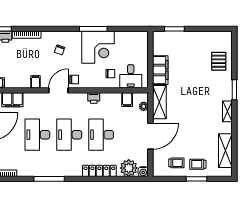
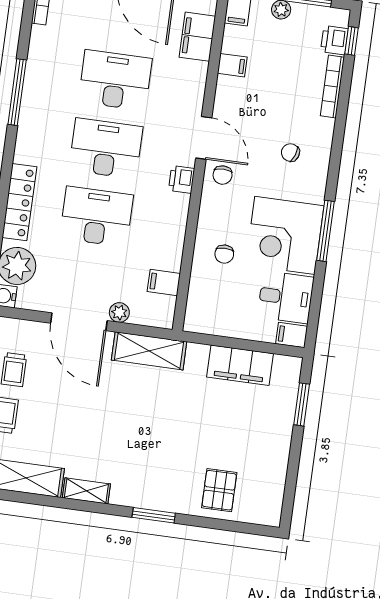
filing cabinet: (143, 38) -> (292, 335), added
pallet: (219, 61) -> (219, 490), turned 90
filing cabinet: (160, 70) -> (240, 365), moved
desk: (131, 76) -> (286, 297), moved, turned 180
filing cabinet: (35, 82) -> (232, 65), moved
printer: (94, 98) -> (182, 179), moved
plant: (144, 106) -> (119, 312), moved
shelving: (227, 111) -> (86, 491), moved

